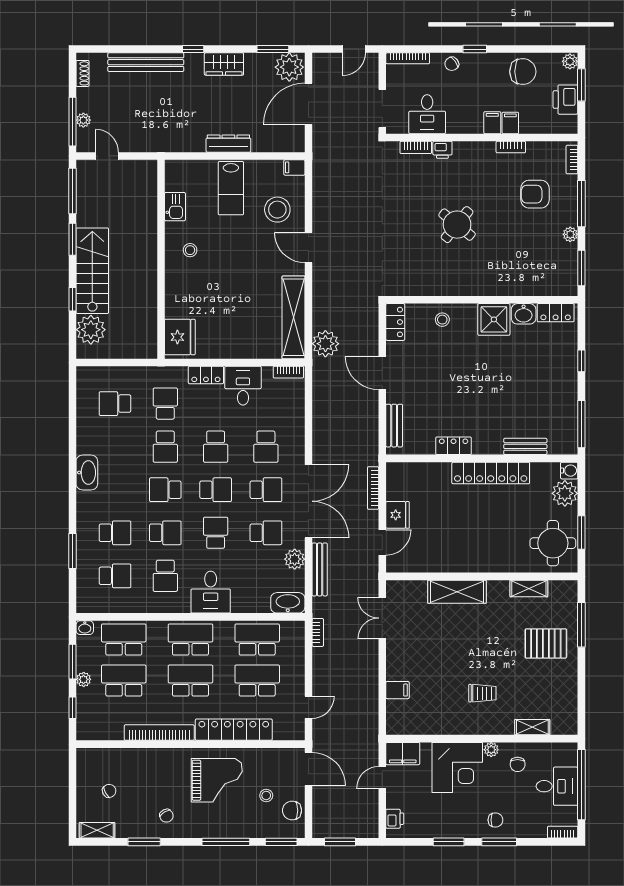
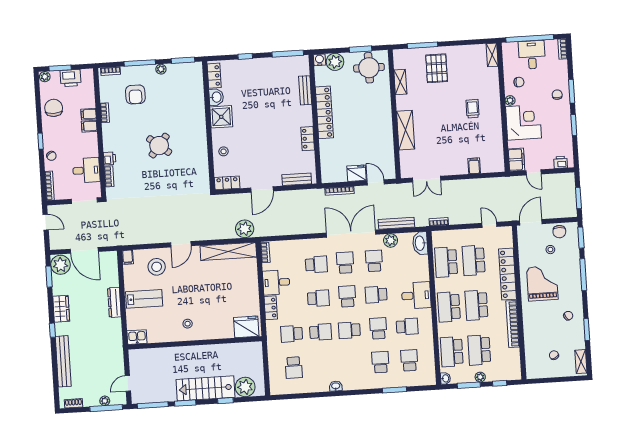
kitchen sink: (175, 207) -> (137, 337), moved
washbasin: (87, 473) -> (336, 386), width x0.52, depth x0.69
school desk: (165, 490) -> (349, 330), turned 90
shelving: (532, 727) -> (492, 55), moved

